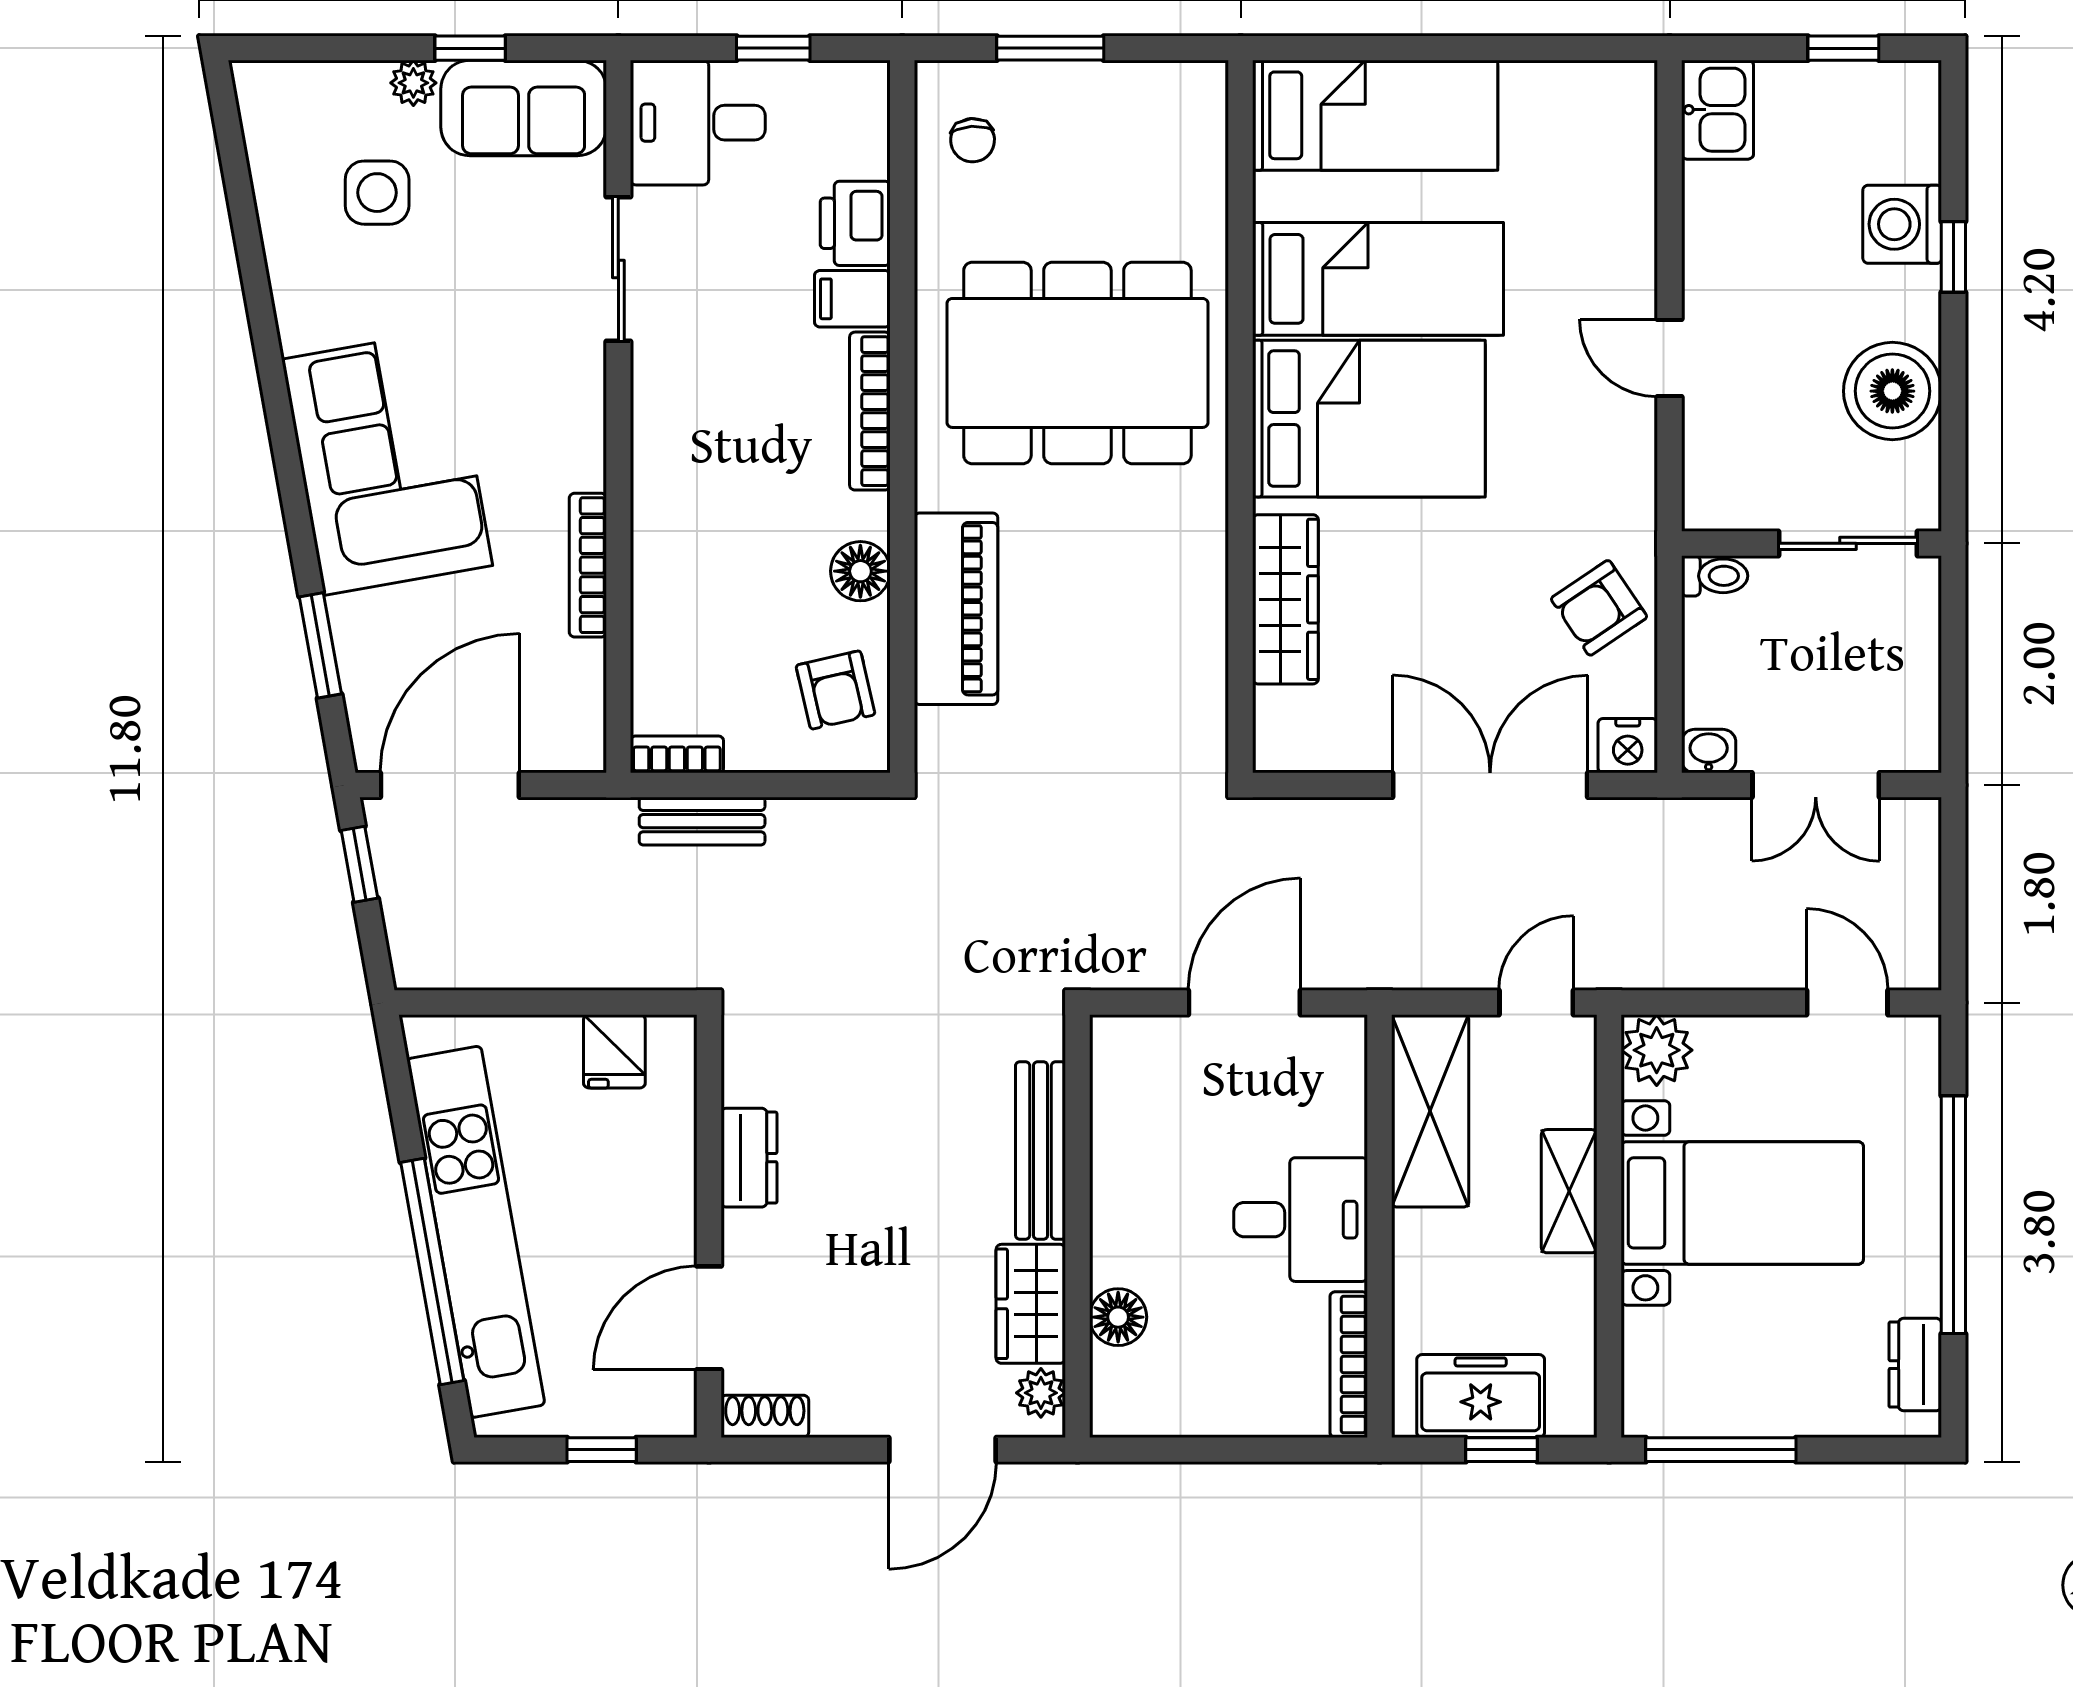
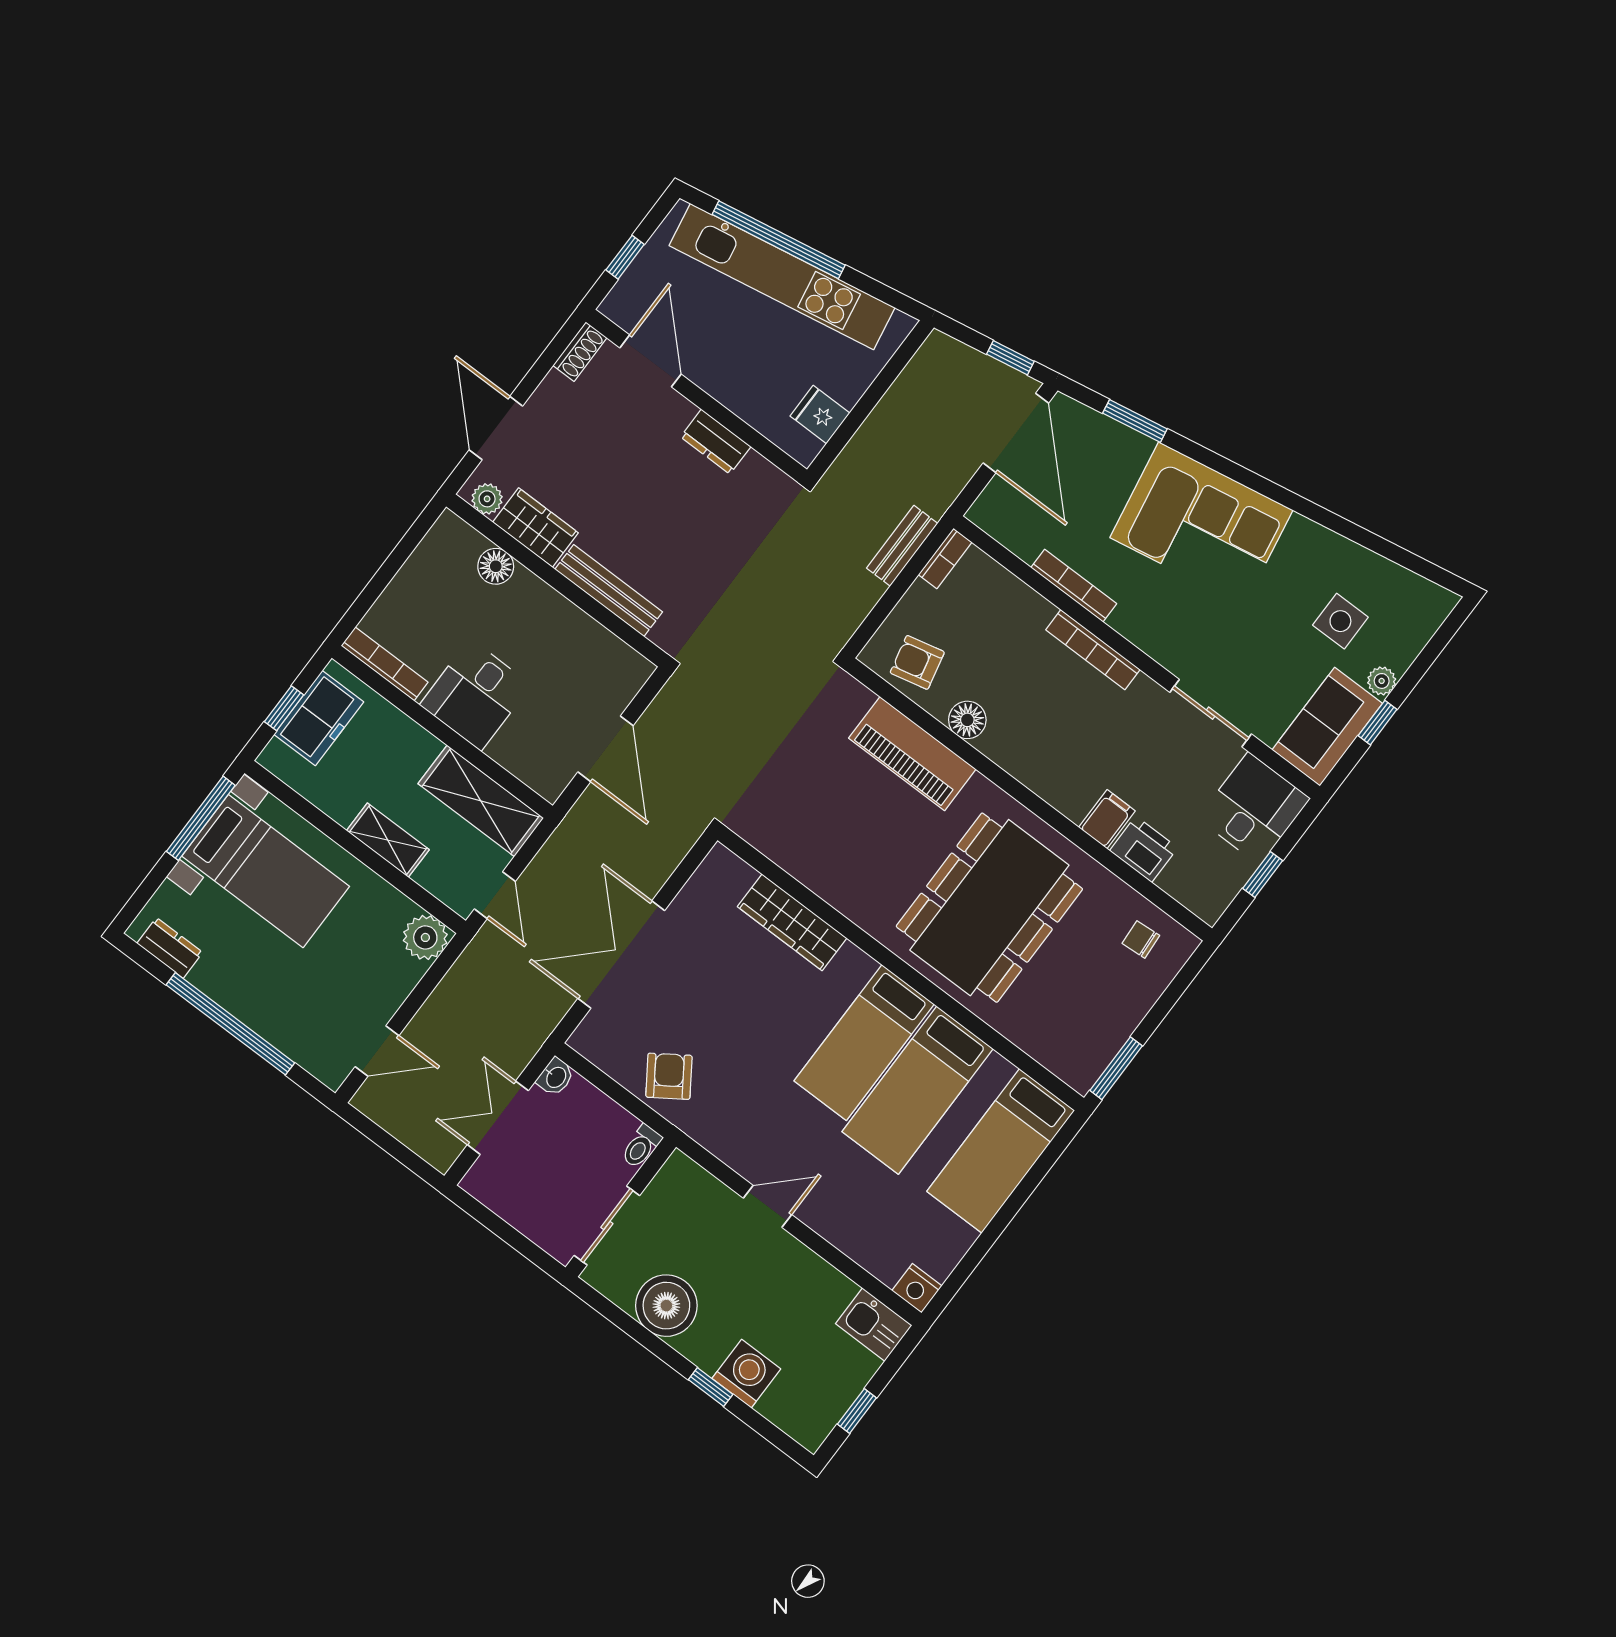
window: (1050, 48) -> (1116, 1068), moved
bookcase: (870, 411) -> (1093, 650), moved, turned 180
bed: (1369, 419) -> (864, 1043), width x0.67
nightstand: (1628, 746) -> (917, 1288), moved, turned -90
double door: (1490, 785) -> (621, 955), swing flipped
bed with nightstands: (1742, 1203) -> (266, 871), moved, turned -90

